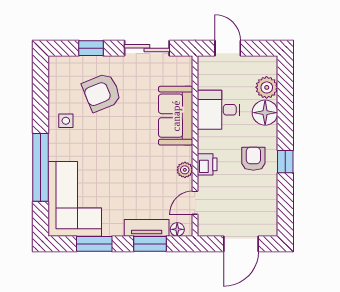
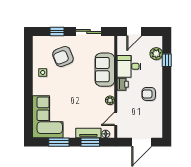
door: (228, 48) -> (134, 31), swing flipped
floor lamp: (265, 113) -> (155, 68), removed
armchair: (253, 159) -> (149, 94), turned -90
window: (285, 162) -> (167, 60), moved
printer: (207, 164) -> (123, 84), moved
window: (40, 167) -> (28, 99), removed

